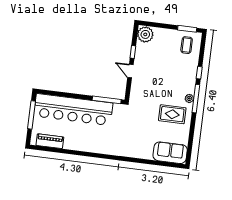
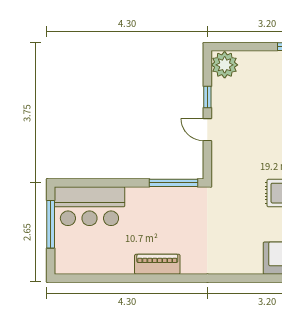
bar counter: (73, 110) -> (89, 206), width x0.54
piano: (50, 141) -> (157, 264), moved

